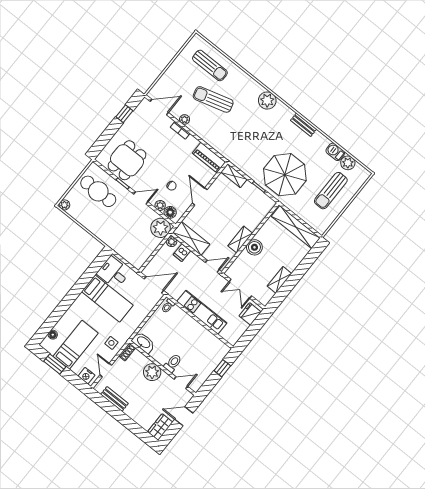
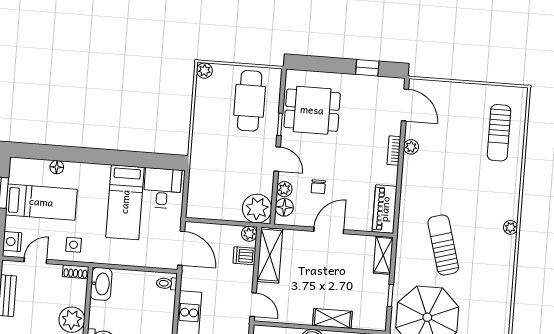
sun lounger: (213, 99) -> (443, 245), moved
plant: (267, 101) -> (511, 227), width x0.53, depth x0.53
bench: (304, 125) -> (505, 298), removed
shelving: (240, 239) -> (332, 318), moved
floor lamp: (53, 335) -> (57, 167), moved

